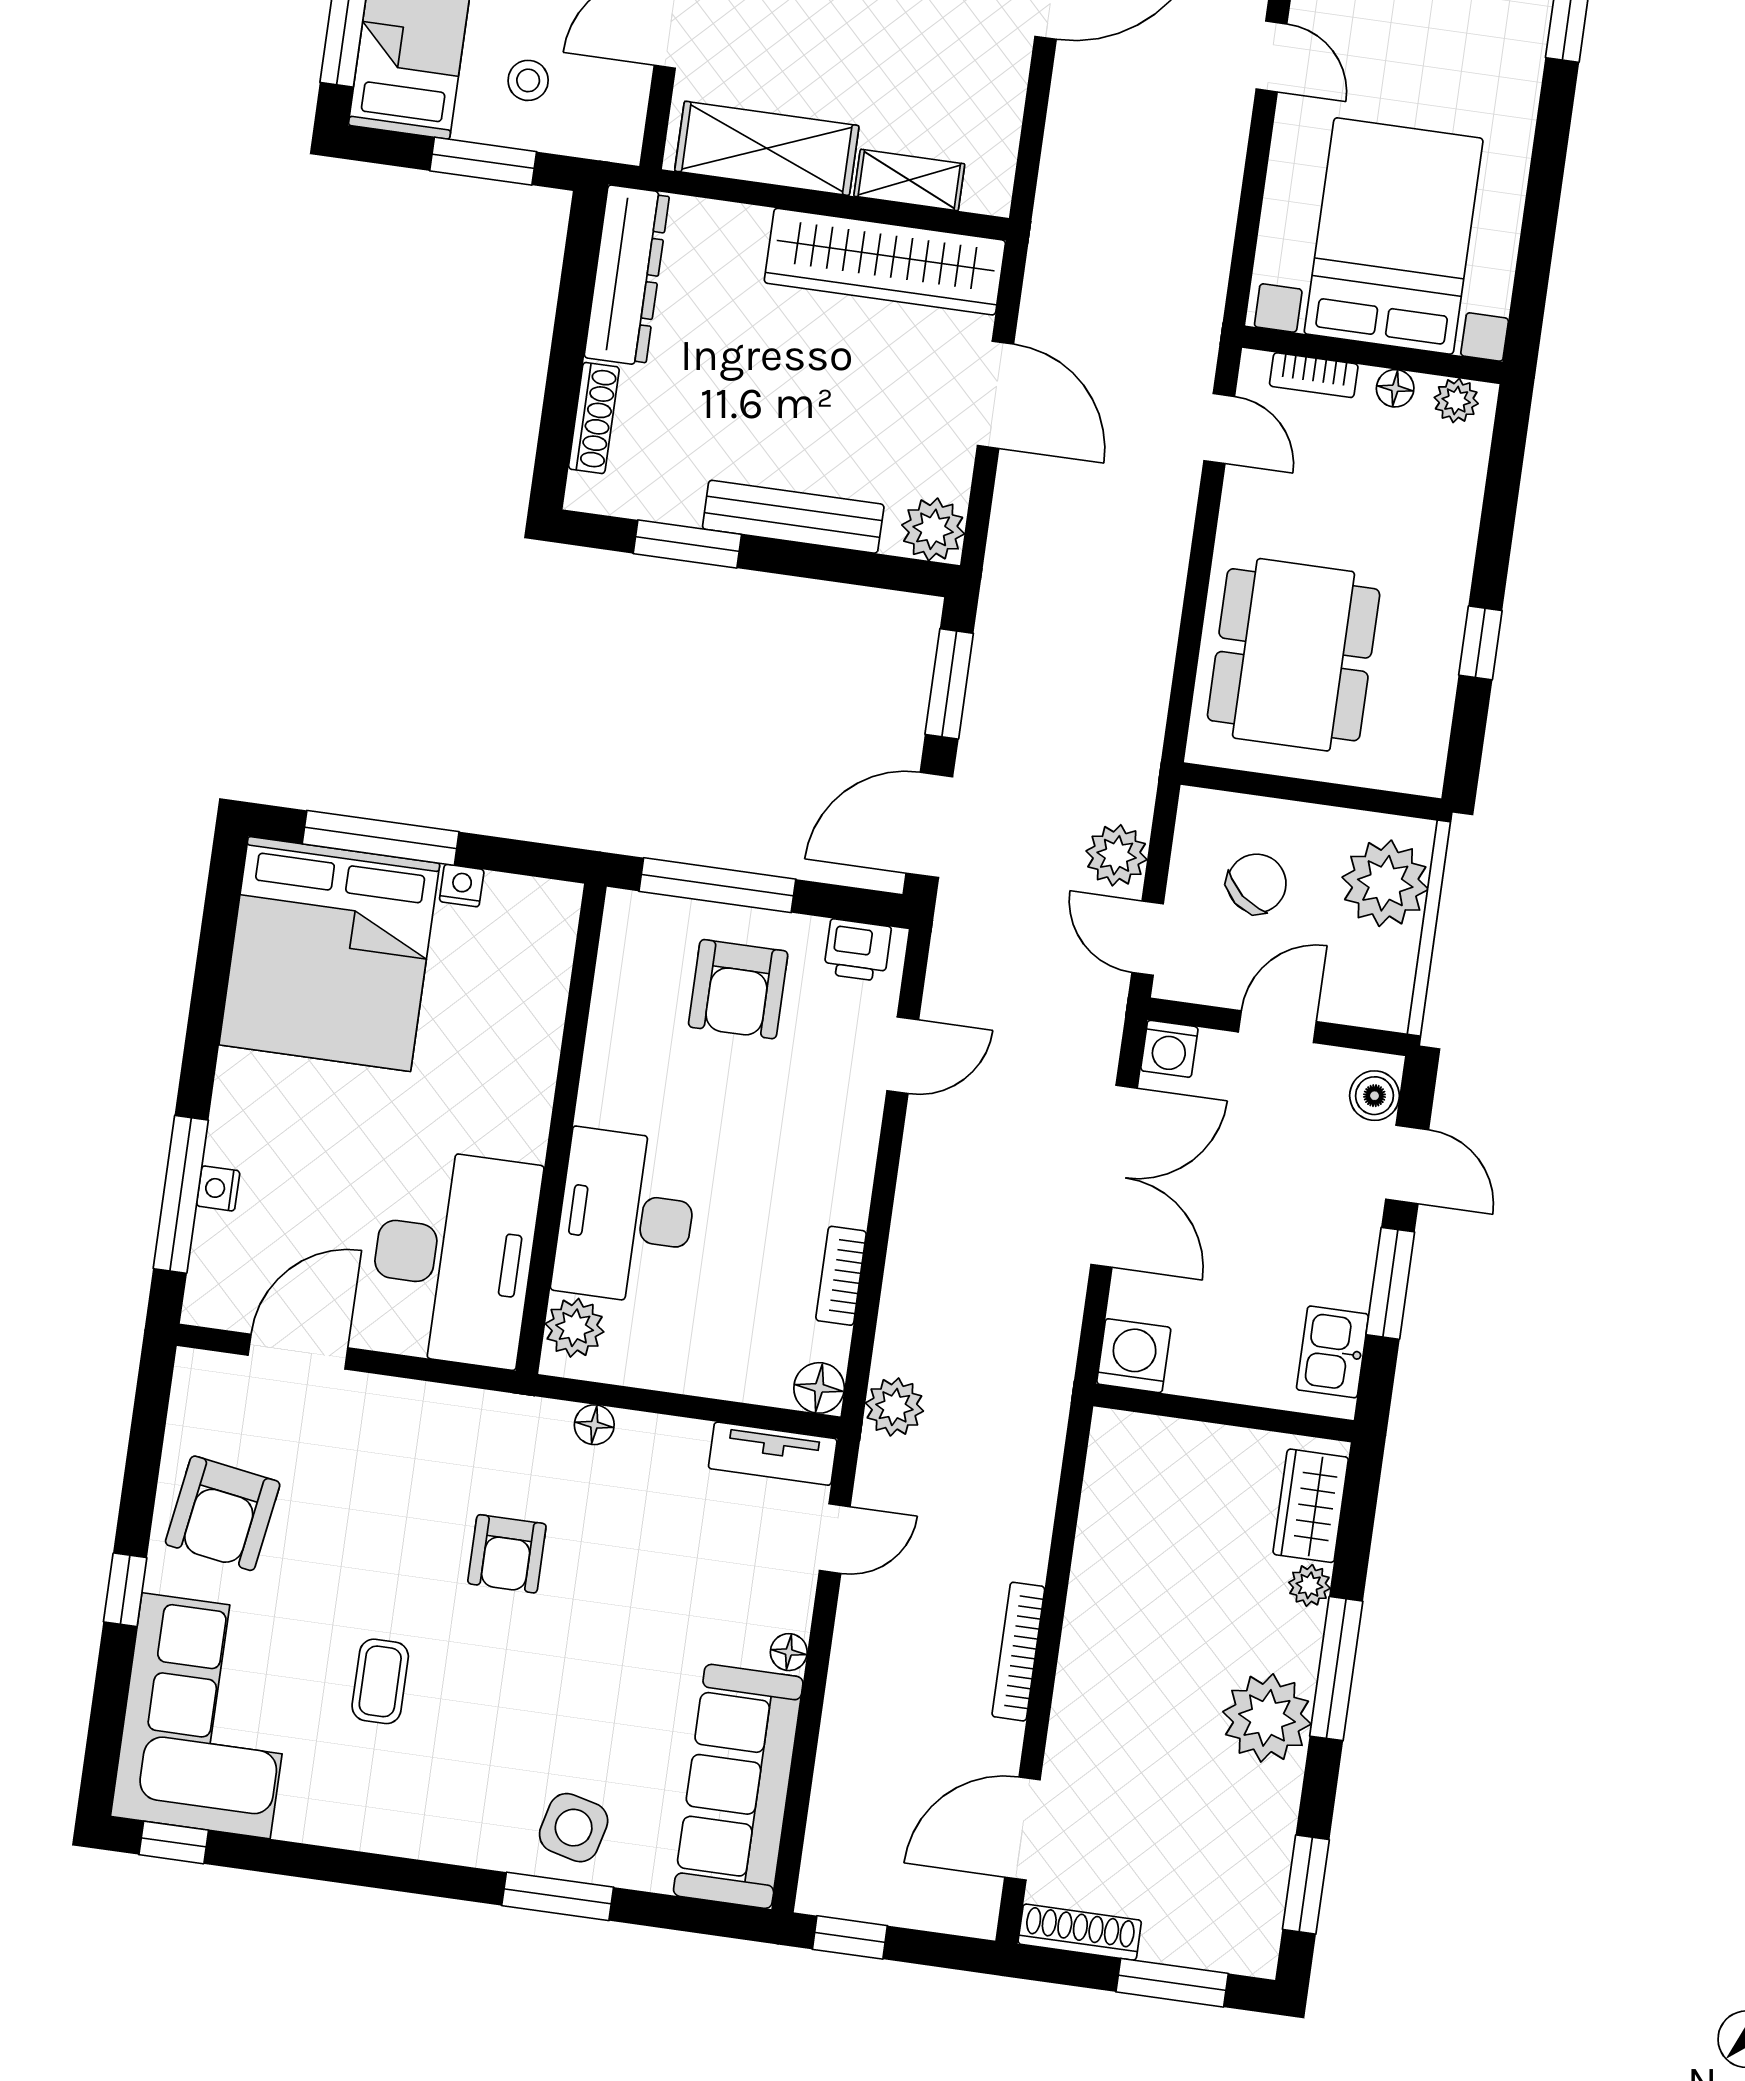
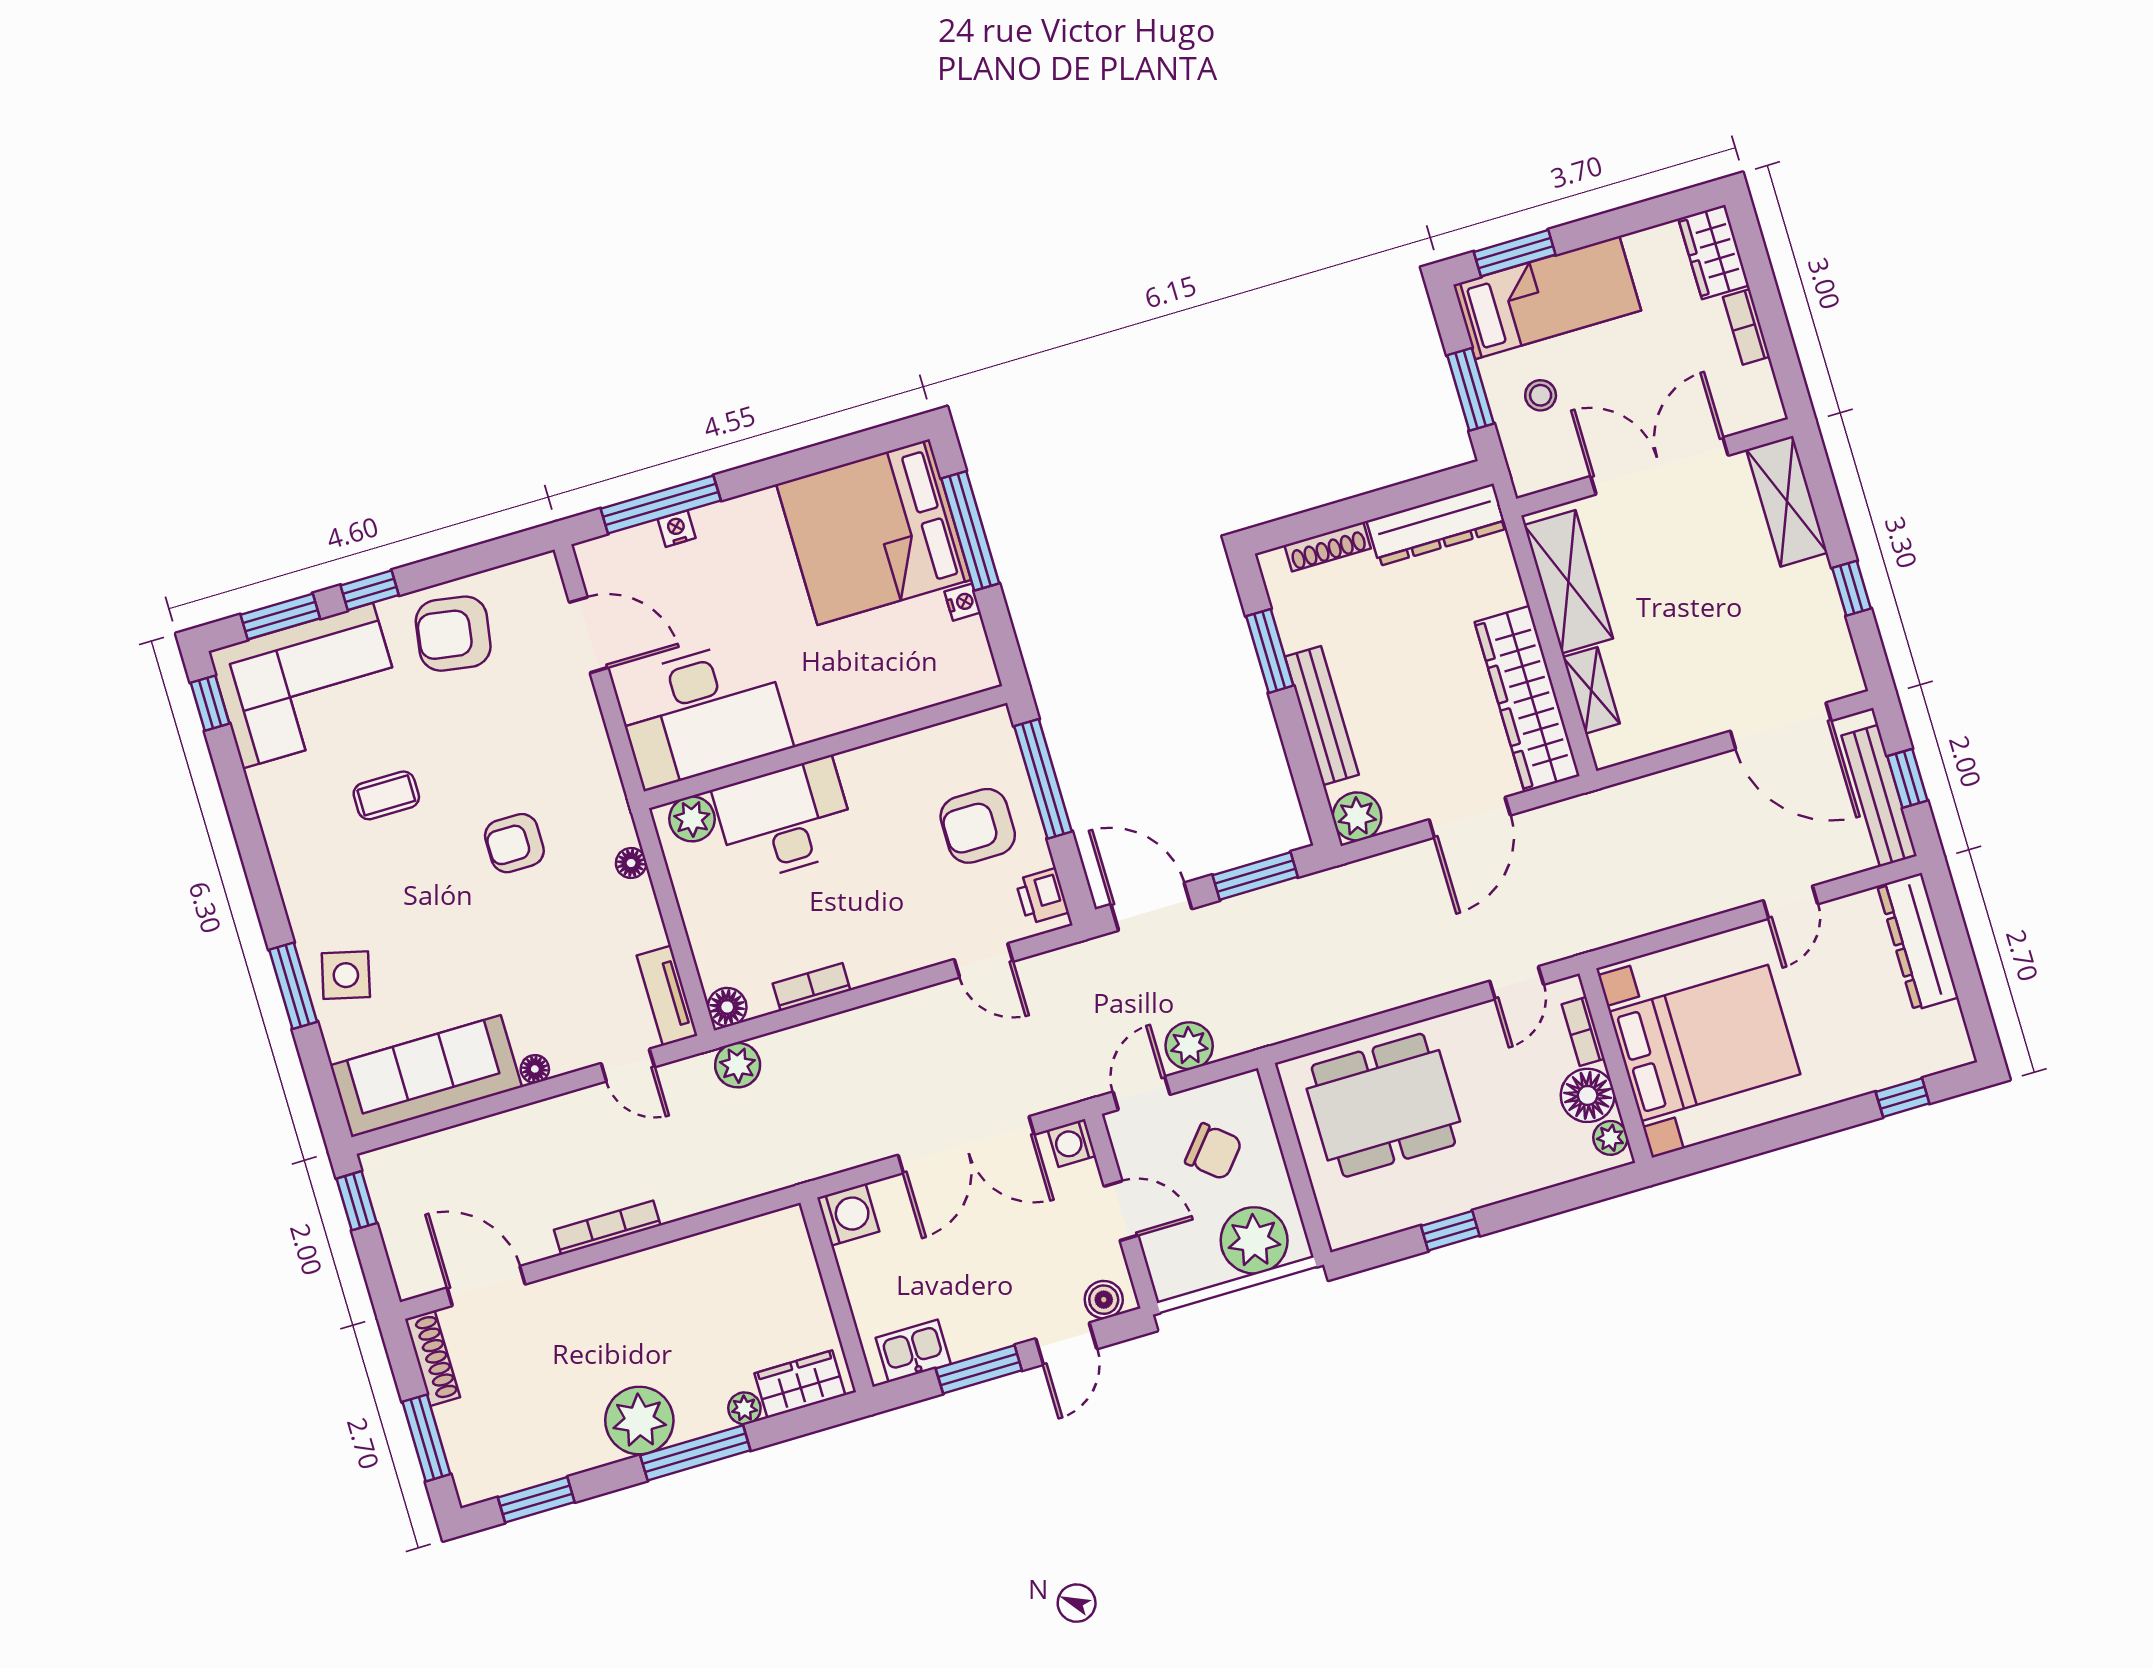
floor lamp: (1395, 388) -> (1588, 1095), width x1.89, depth x1.89
window: (108, 1711) -> (280, 617), added

